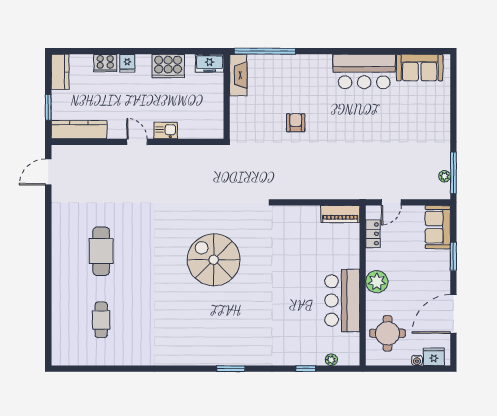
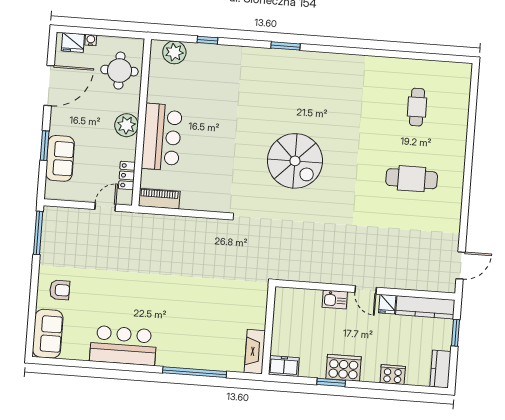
window: (163, 51) -> (331, 382), added
window: (265, 51) -> (195, 372), moved
fridge: (127, 63) -> (387, 304), moved, turned 180
cooker: (168, 66) -> (343, 368), moved
sofa: (420, 68) -> (48, 334), moved, turned 90
armchair: (296, 123) -> (60, 290), moved, turned -90
plant: (445, 176) -> (48, 230), removed
sofa: (438, 227) -> (60, 158), moved
cafe table: (101, 251) -> (412, 179), turned 90
bar counter: (342, 300) -> (162, 137), moved
plant: (331, 360) -> (174, 52), width x1.87, depth x1.87

